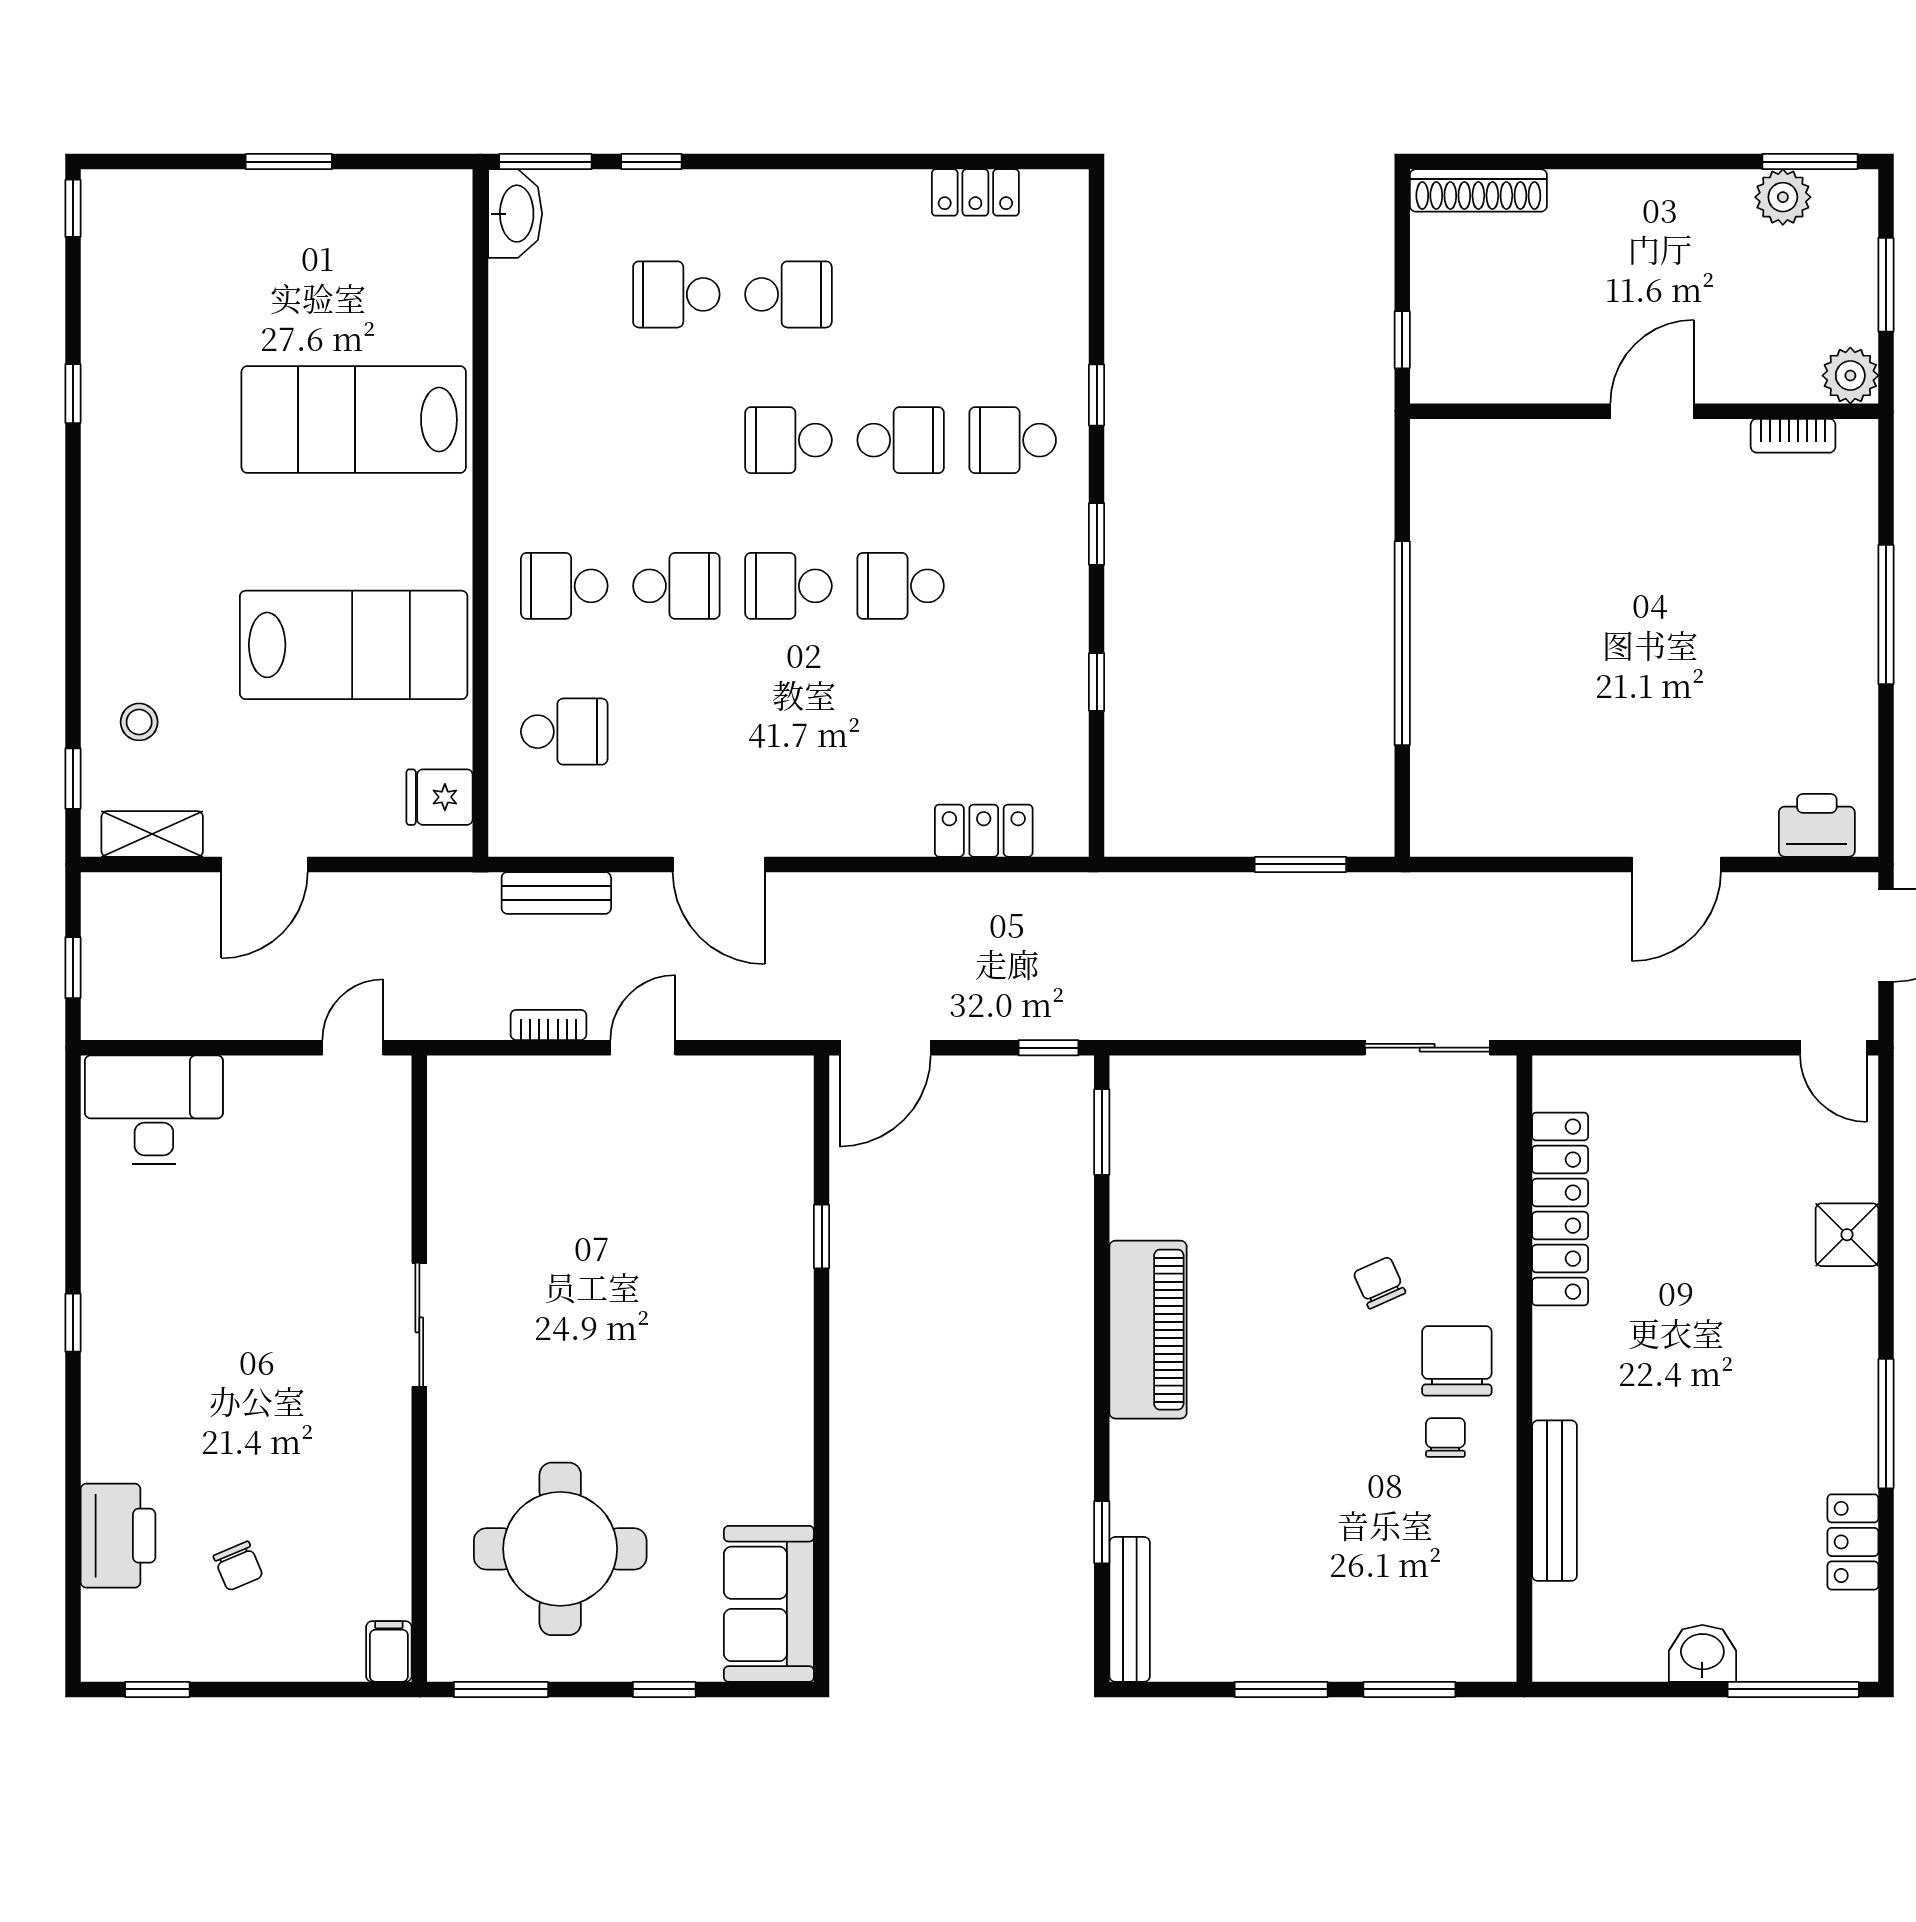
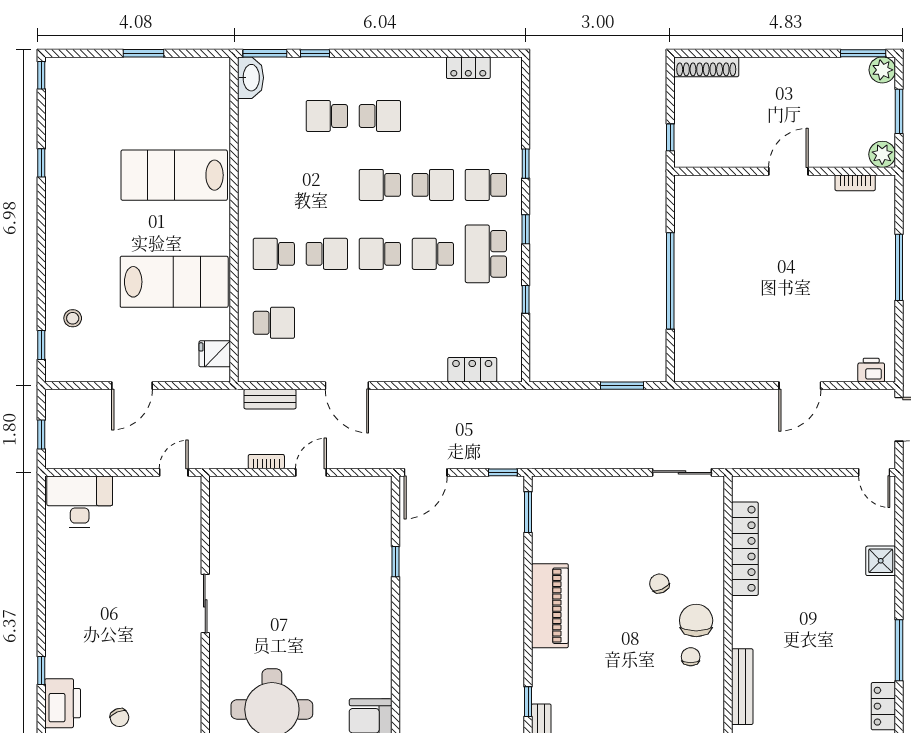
plant: (1783, 197) -> (882, 70), moved
school desk: (1013, 586) -> (486, 254), added
printer: (1817, 825) -> (871, 370), width x0.73, depth x0.81
shelving: (152, 834) -> (79, 371), removed
window: (73, 1323) -> (41, 671), moved

